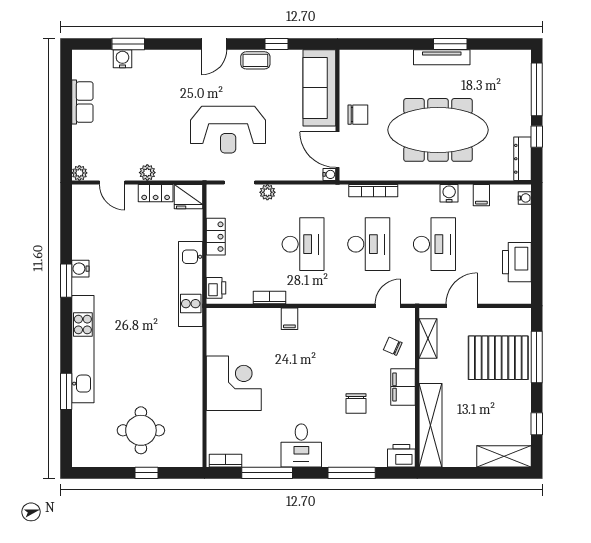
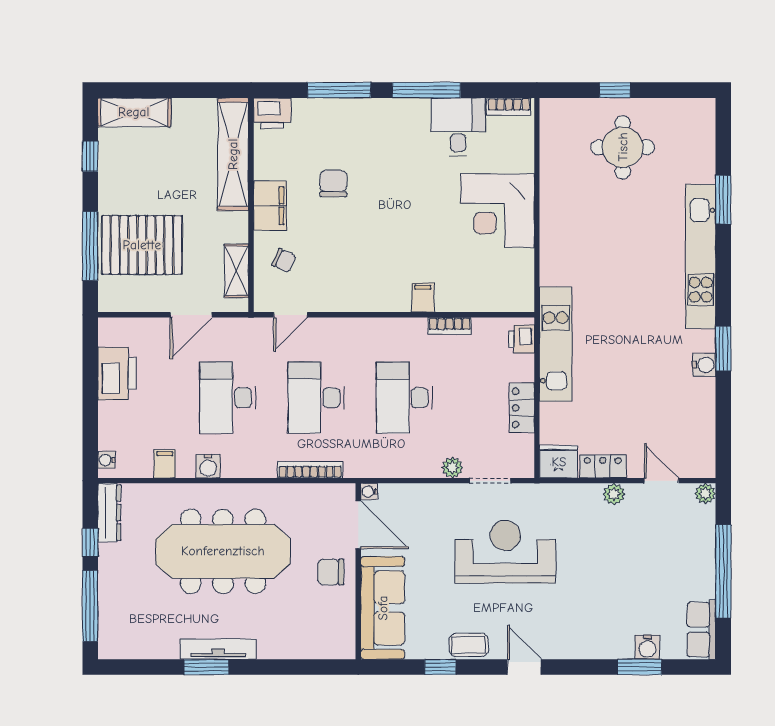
door: (214, 44) -> (524, 667), hinge flipped
row of seats: (82, 102) -> (701, 630), moved
window: (66, 115) -> (723, 571), added
desk: (301, 445) -> (458, 127), moved
window: (267, 473) -> (426, 90), moved

